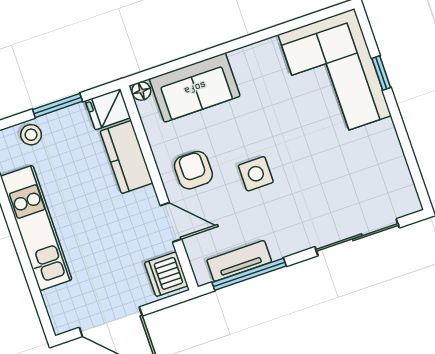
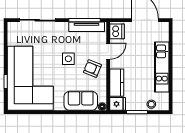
corner sofa: (335, 75) -> (30, 78), width x1.36, depth x1.36
armchair: (193, 170) -> (92, 69), turned 112
door: (171, 222) -> (108, 51), swing flipped
tv unit: (239, 261) -> (87, 27), width x1.41

